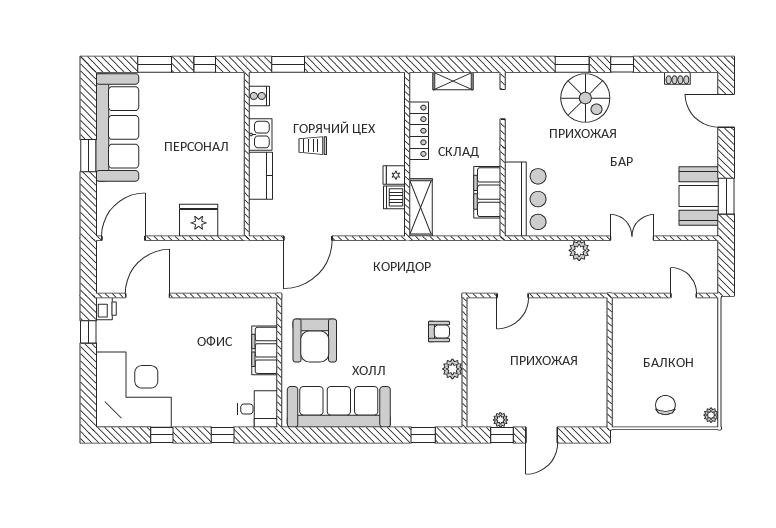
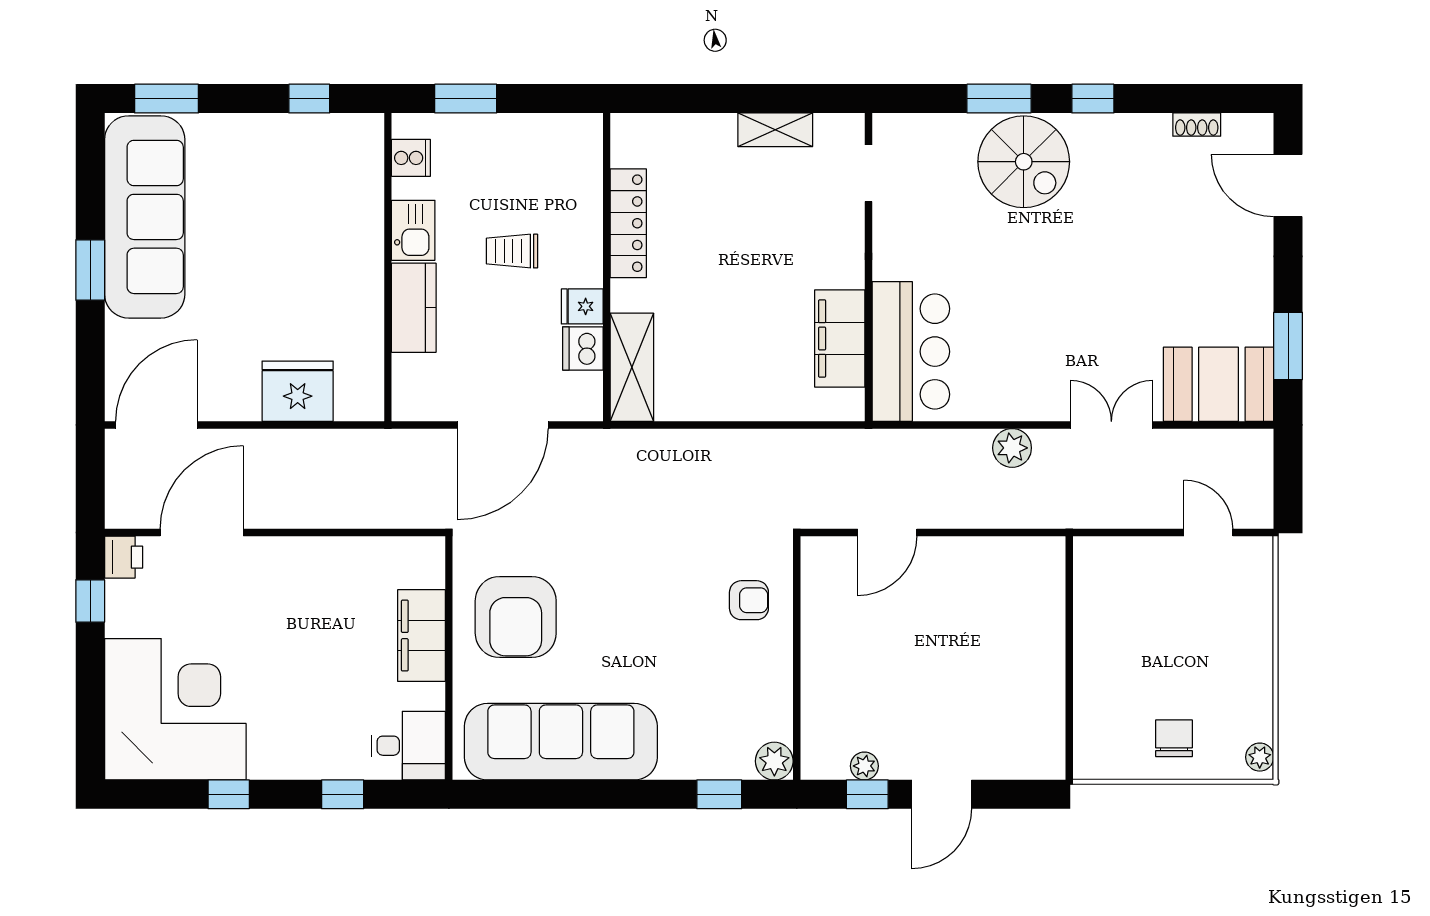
window: (155, 64) -> (167, 99), moved
locker: (419, 131) -> (628, 223), moved
wall: (407, 154) -> (607, 267), moved
fridge: (394, 175) -> (582, 306), moved
booth: (699, 196) -> (1219, 384), moved, turned 90
dishwasher: (394, 197) -> (583, 348), moved
shelving: (421, 207) -> (632, 367), moved
plant: (452, 369) -> (774, 761), moved

